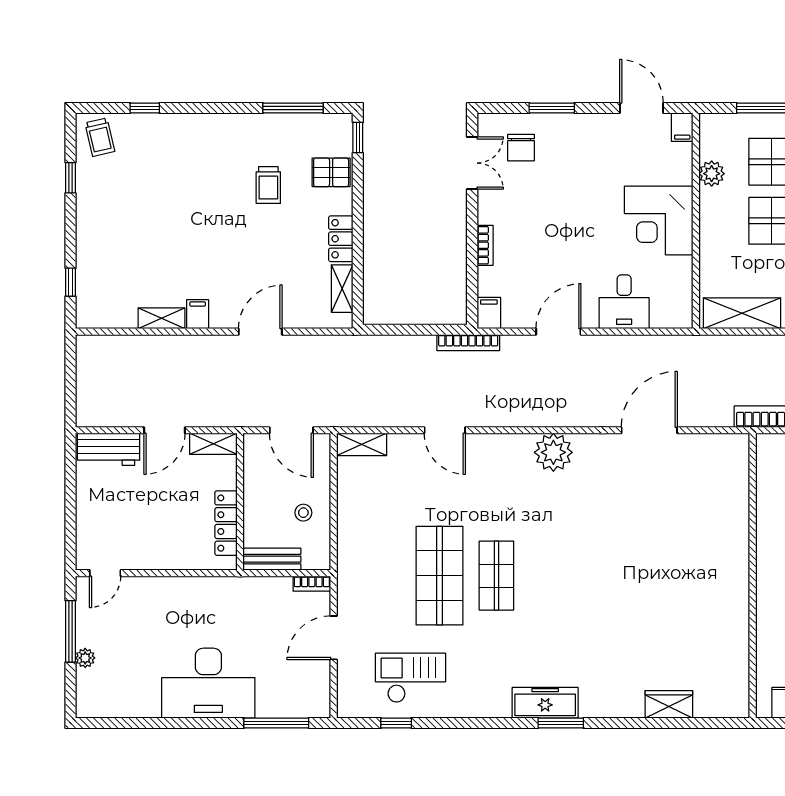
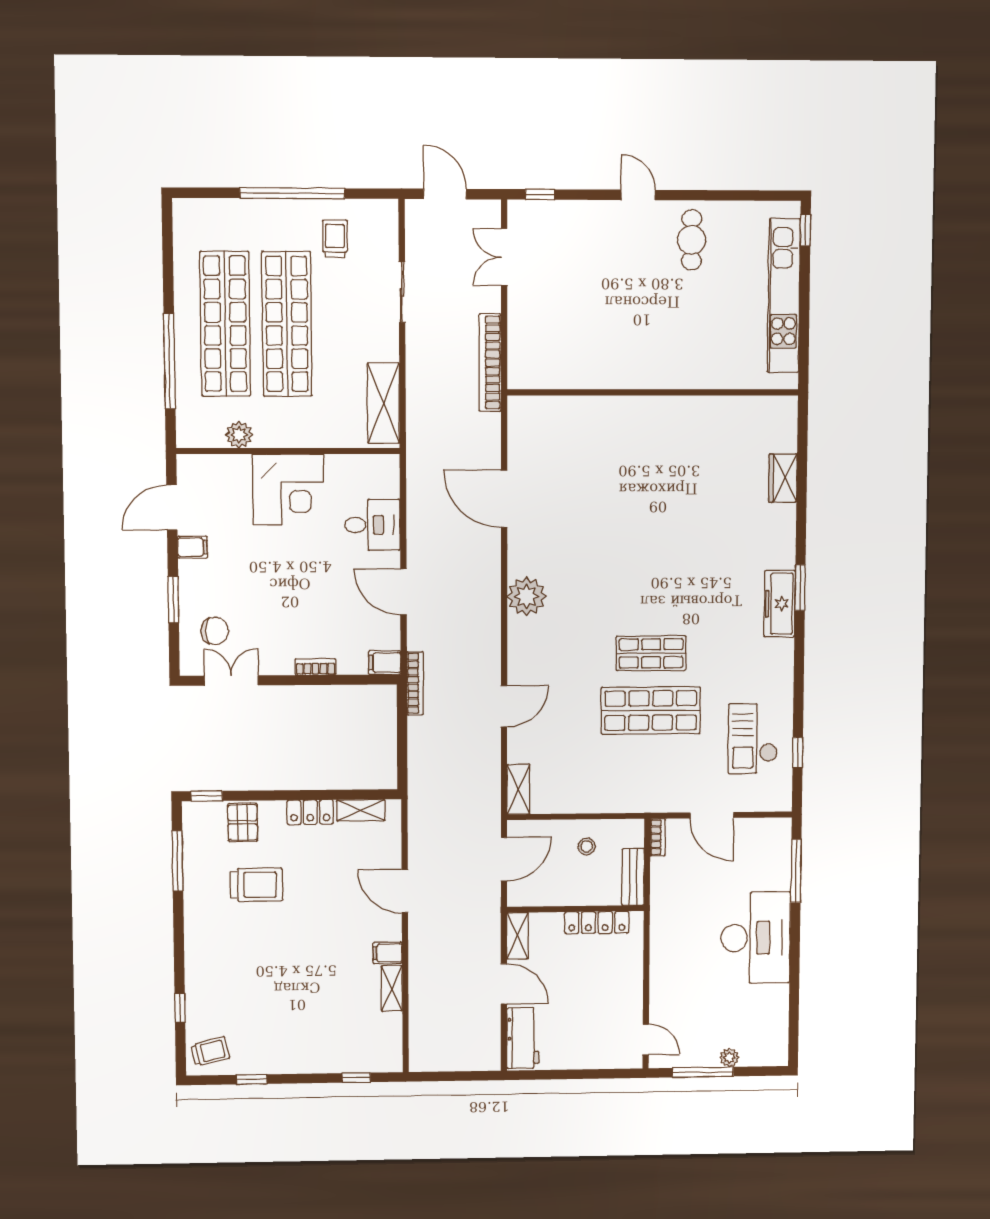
filing cabinet: (682, 127) -> (192, 547), moved
trolley: (268, 185) -> (256, 885), width x1.36, depth x1.39

